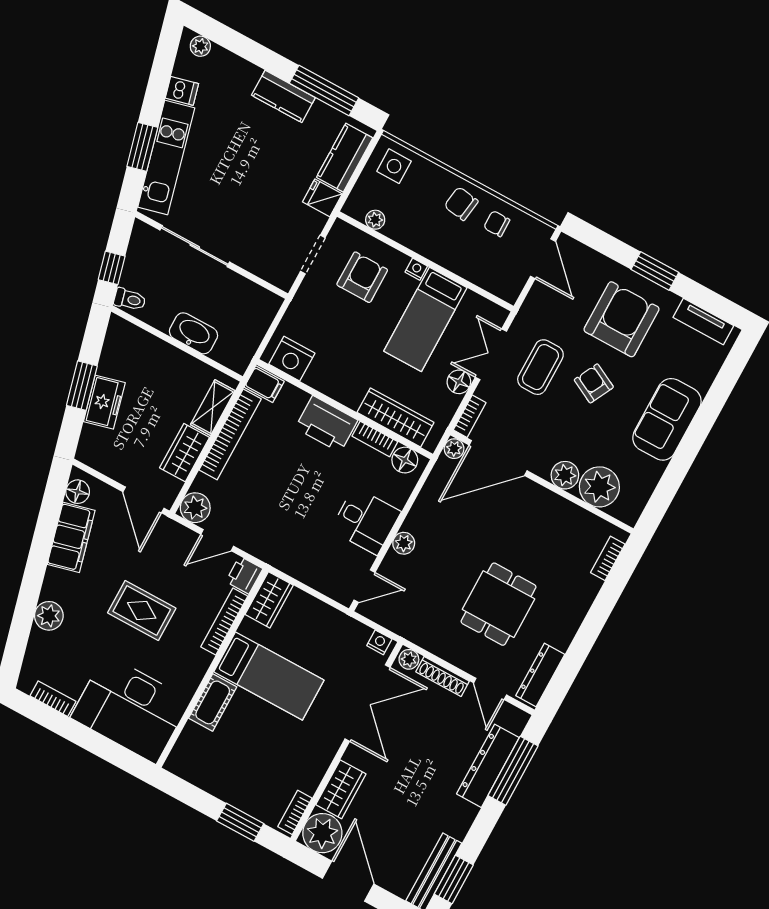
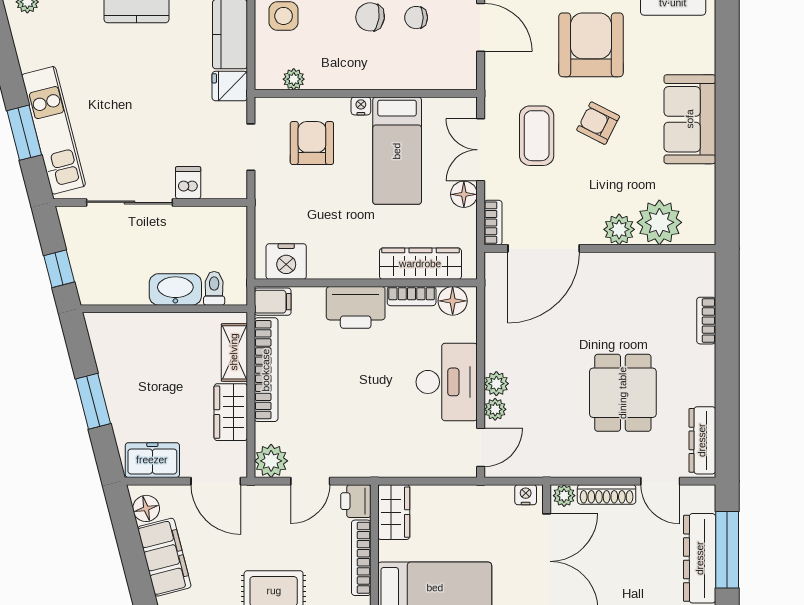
dishwasher: (182, 91) -> (188, 183), moved, turned -76
toilet: (130, 299) -> (214, 288), moved, turned -76
freezer: (104, 402) -> (152, 460), moved, turned -76
plant: (454, 449) -> (495, 409), moved
desk: (366, 521) -> (447, 382), width x1.37
bookcase: (608, 558) -> (706, 321), moved

